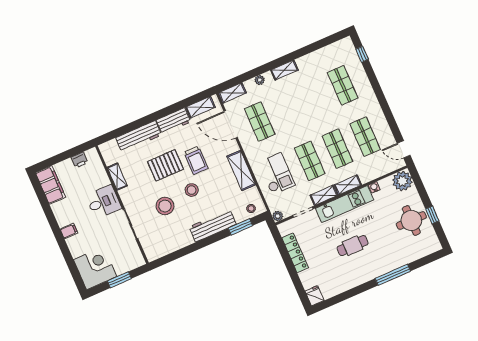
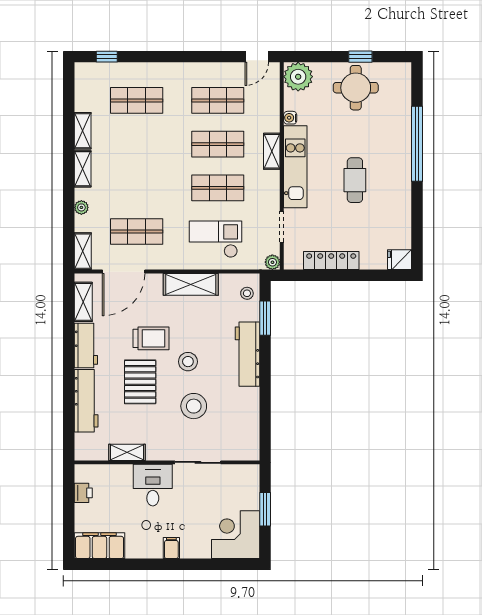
shelving: (324, 195) -> (83, 131), moved
window: (393, 275) -> (417, 144), width x1.46

